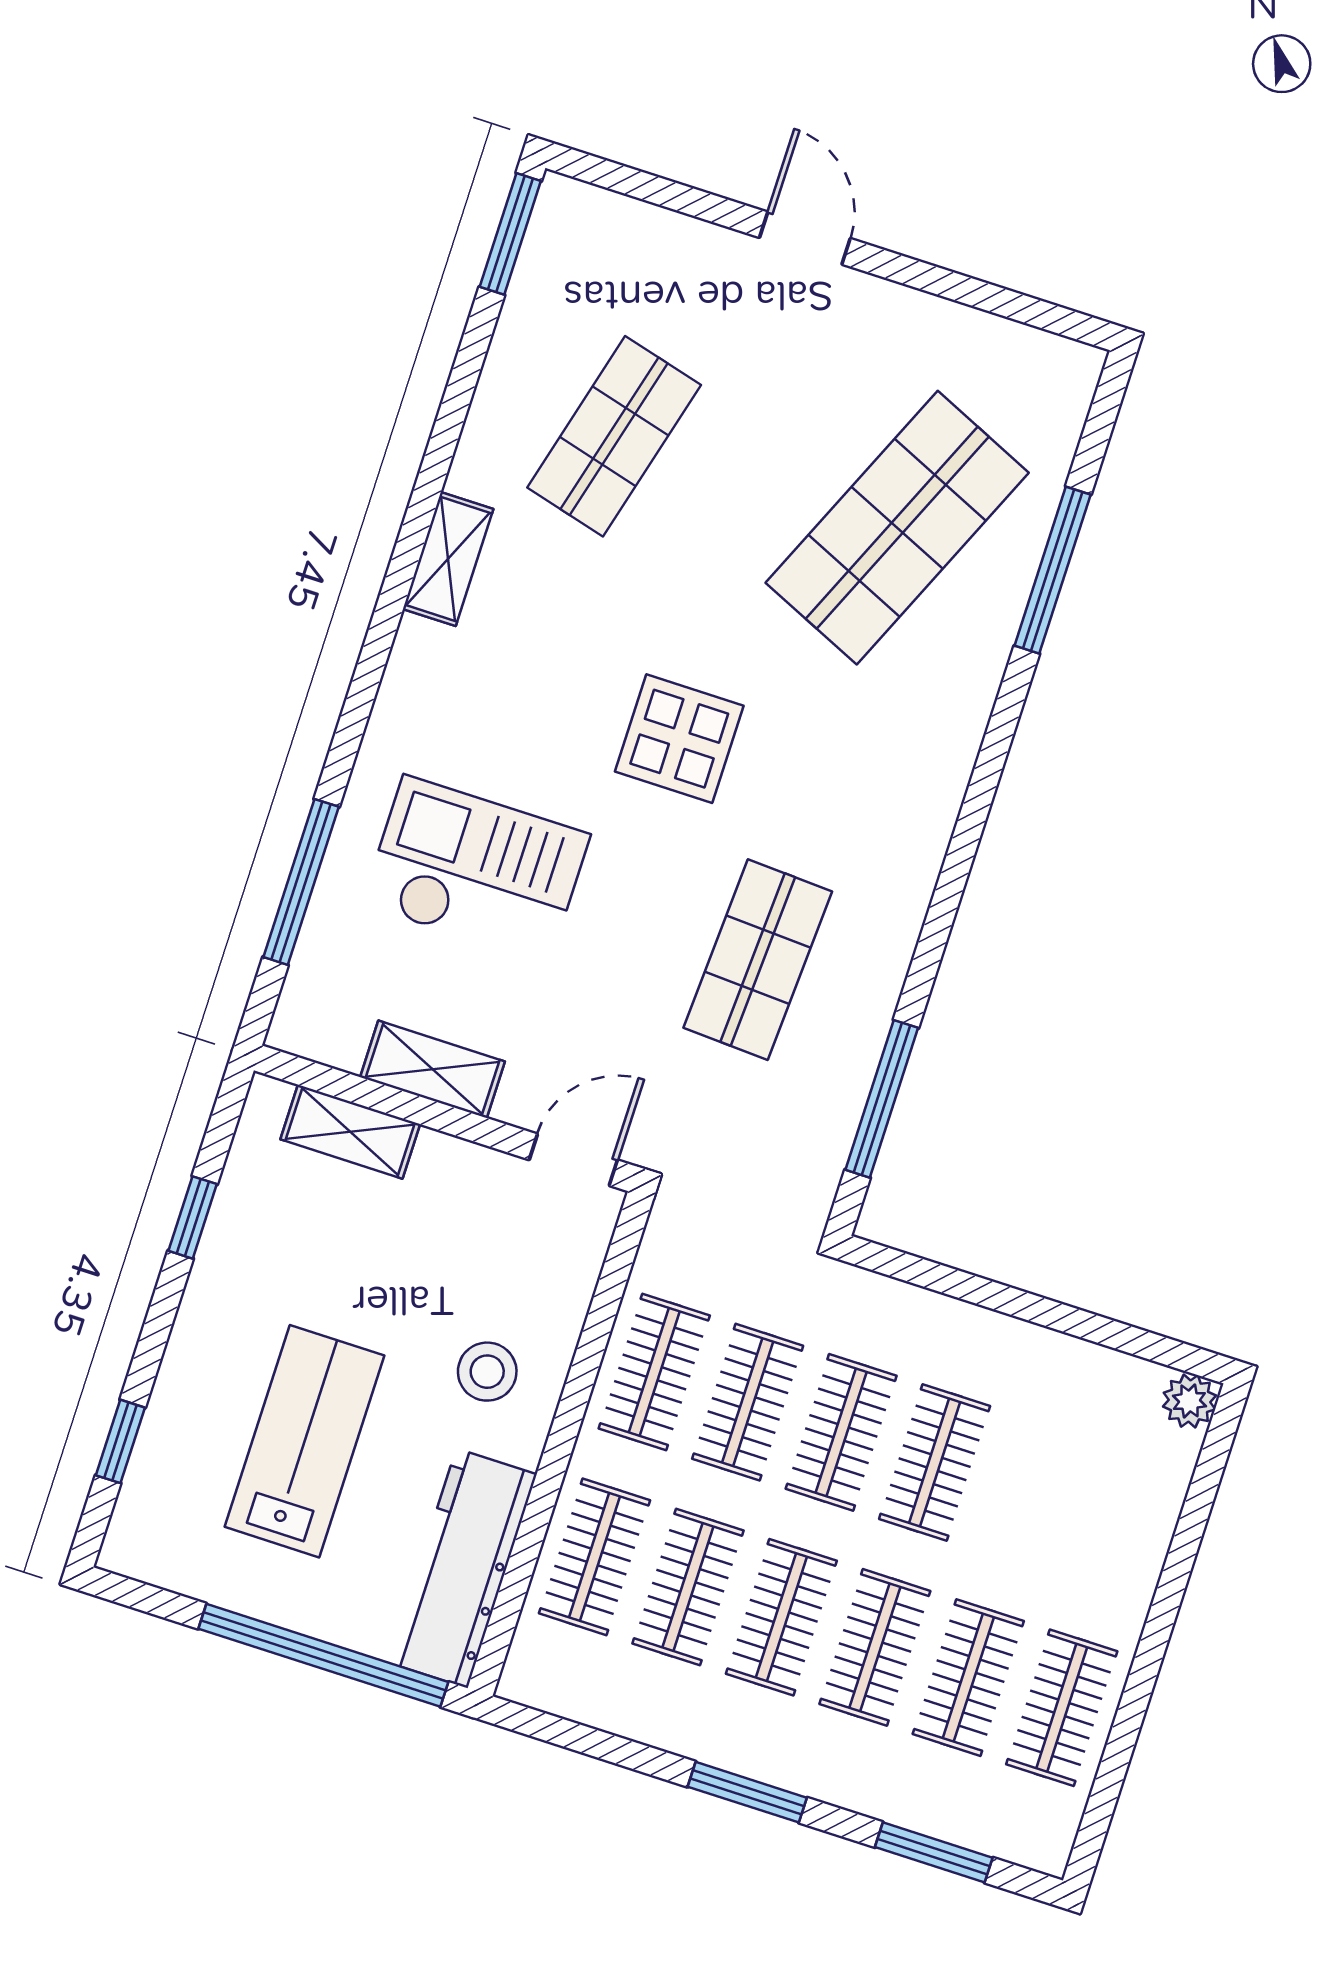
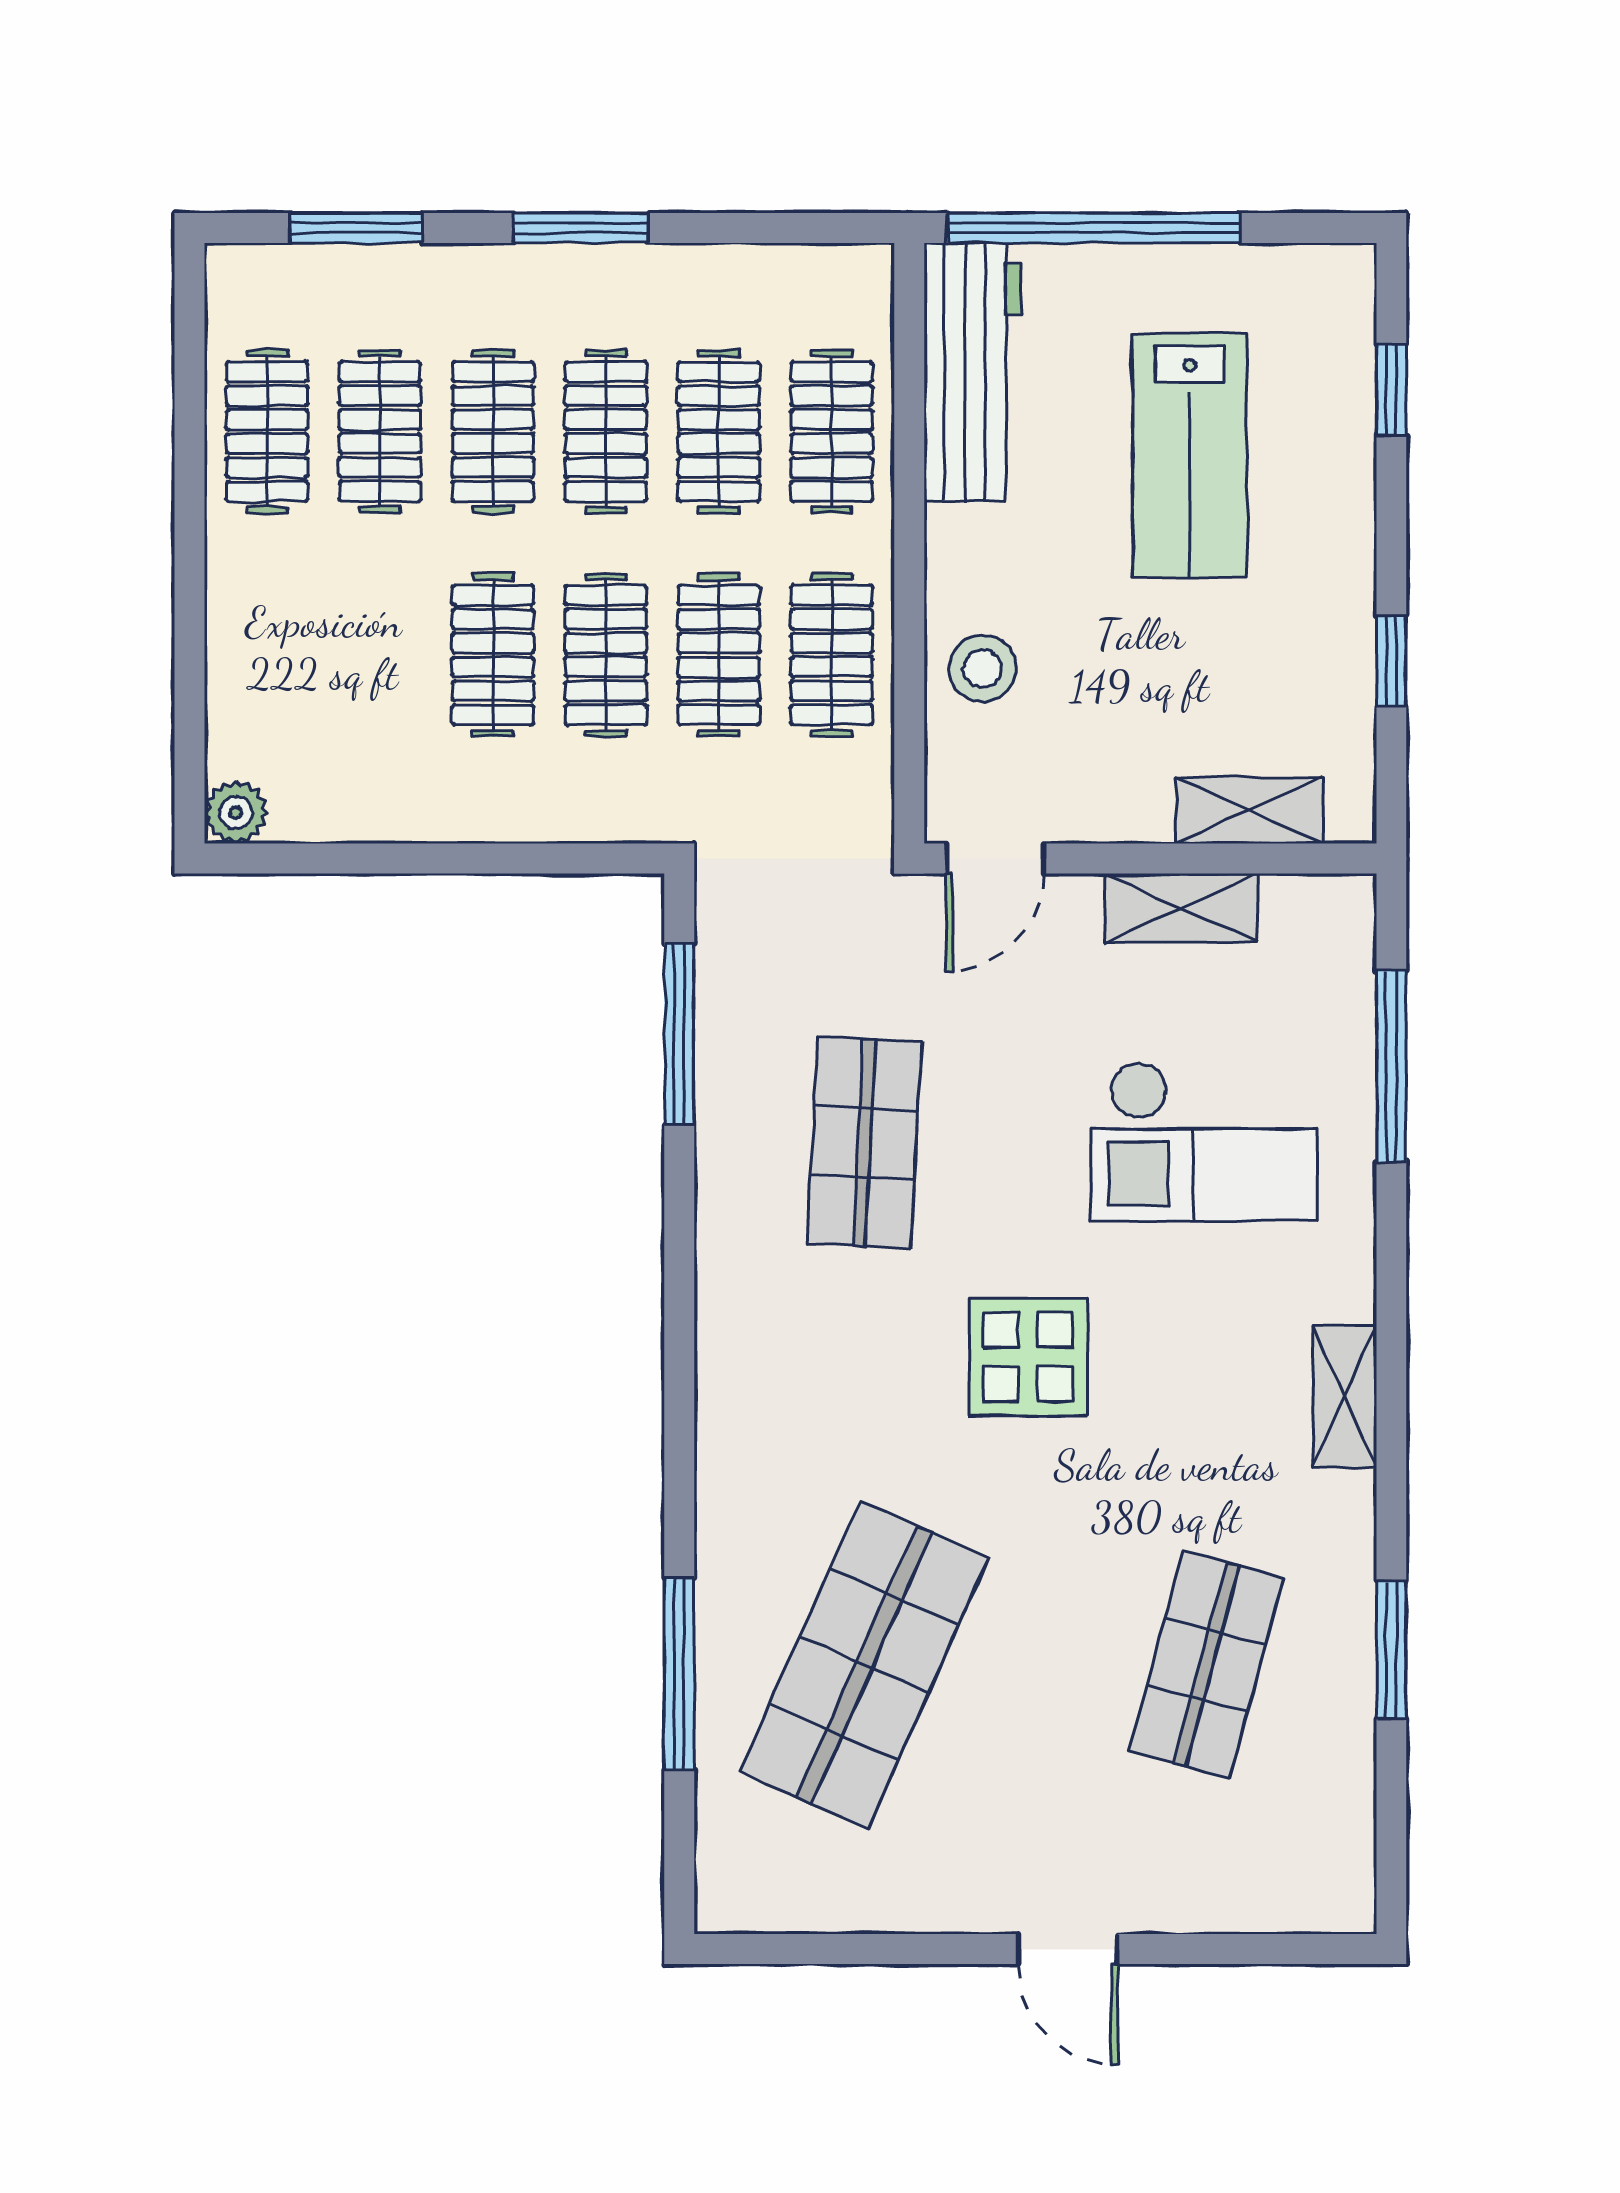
window: (510, 234) -> (1391, 1650), moved
shelving: (448, 559) -> (1345, 1396), moved
stool: (487, 1372) -> (982, 668), moved

